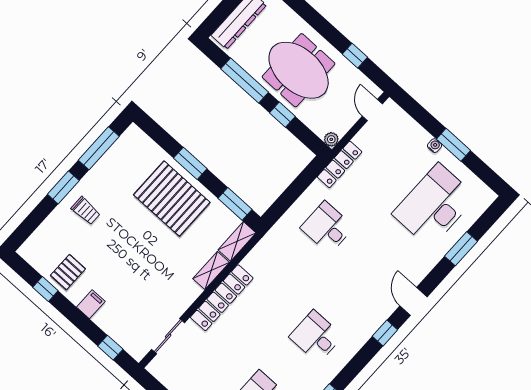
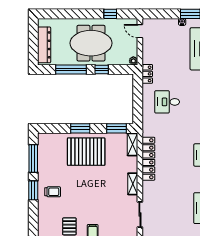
locker: (340, 164) -> (147, 74), width x0.66
shelving: (211, 271) -> (133, 184), moved
locker: (222, 298) -> (148, 159), moved

